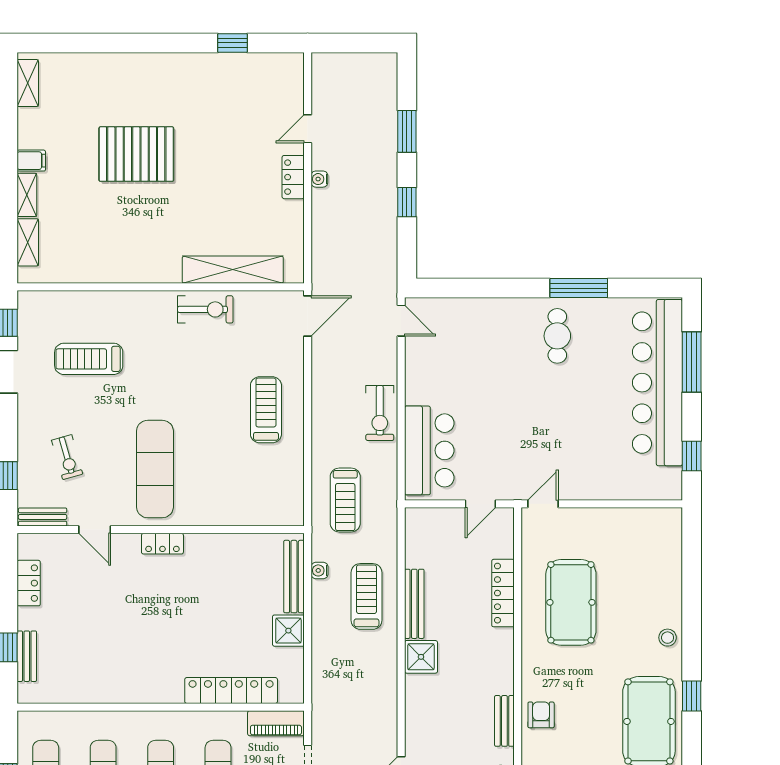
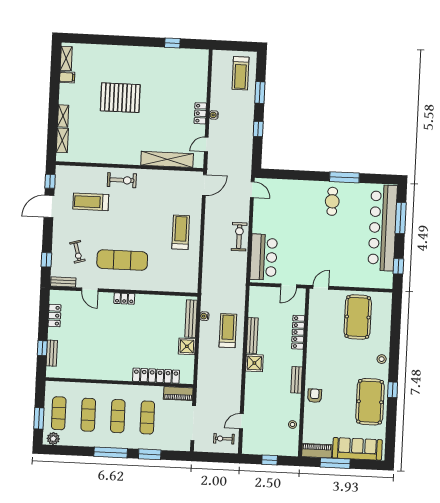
door: (308, 129) -> (206, 144), moved
filing cabinet: (31, 161) -> (67, 77), moved
exercise bike: (205, 309) -> (122, 180), moved
exercise bike: (380, 413) -> (239, 237), turned 180
exercise mat: (155, 469) -> (122, 260), turned 90
treadmill: (345, 500) -> (240, 73), moved
pool table: (571, 602) -> (358, 317), moved
bench: (504, 721) -> (297, 380), moved

